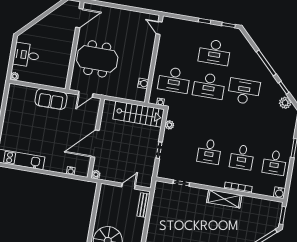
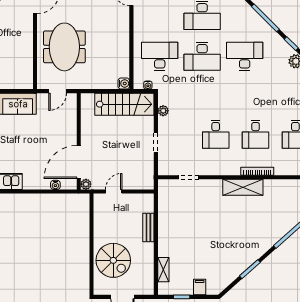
meeting table: (97, 59) -> (64, 47), turned 90
desk: (174, 80) -> (160, 56), turned 180
water cooler: (143, 83) -> (124, 83), moved
door: (95, 144) -> (79, 162), moved
door: (128, 186) -> (114, 191), moved
bench: (143, 205) -> (148, 228), moved

